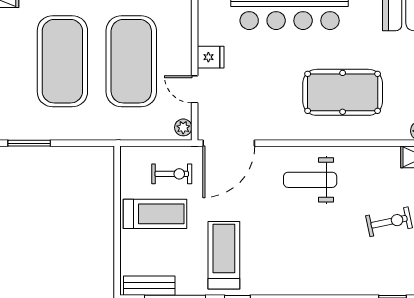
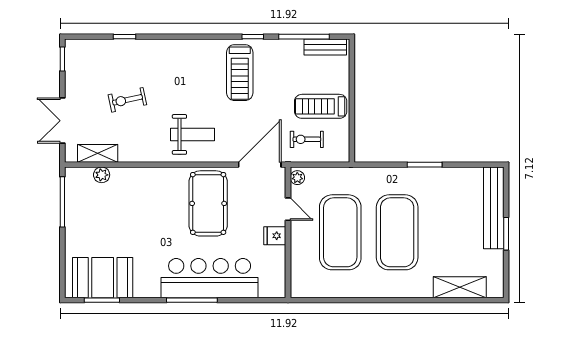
pool table: (343, 92) -> (208, 203), moved, turned 90
treadmill: (224, 255) -> (240, 73), moved

